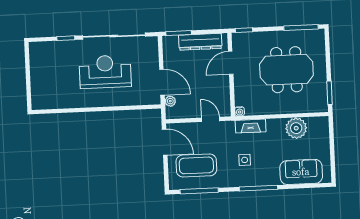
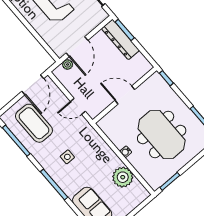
dresser: (200, 42) -> (120, 39), moved
door: (231, 63) -> (125, 95), moved
water cooler: (240, 111) -> (126, 152), moved
door: (211, 119) -> (78, 106), swing flipped
fireplace: (251, 126) -> (97, 141), removed

